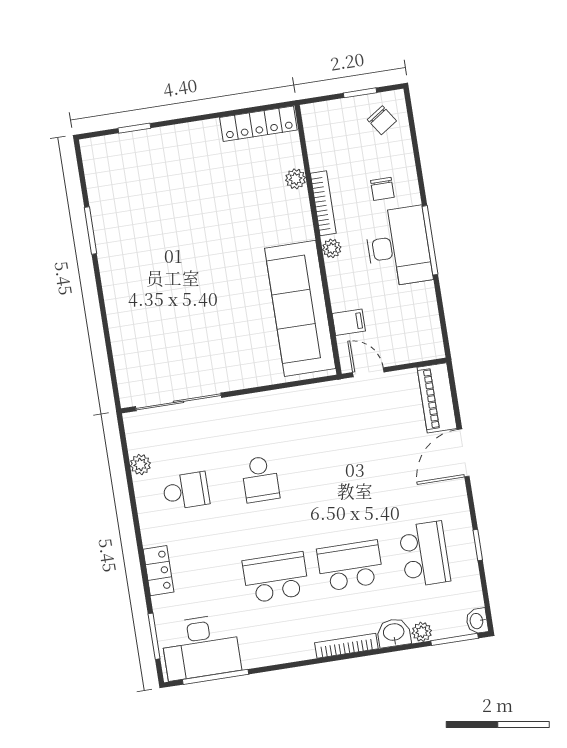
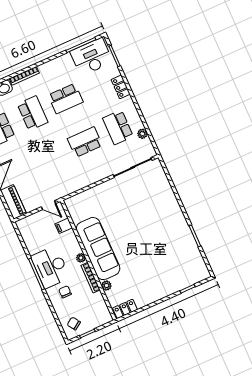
locker: (258, 124) -> (125, 309), width x0.66
sofa: (300, 308) -> (98, 249), moved
school desk: (260, 479) -> (85, 142), width x1.85
school desk: (186, 491) -> (118, 127), width x1.85
school desk: (350, 566) -> (33, 113), turned -90

